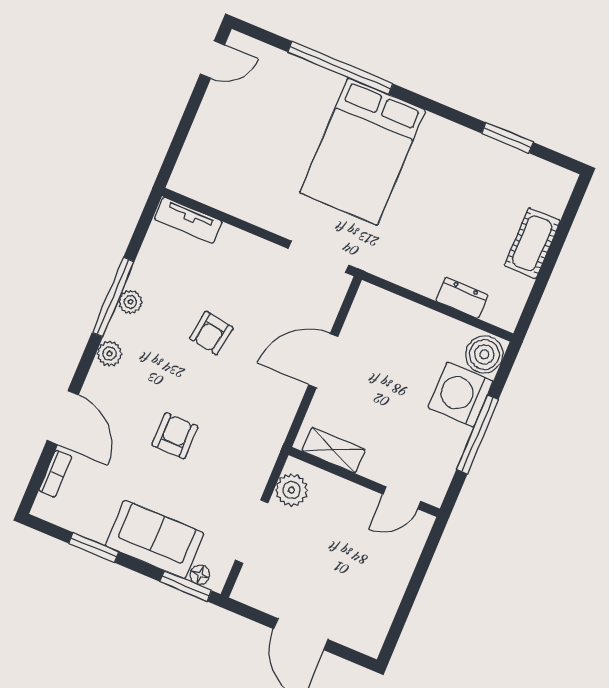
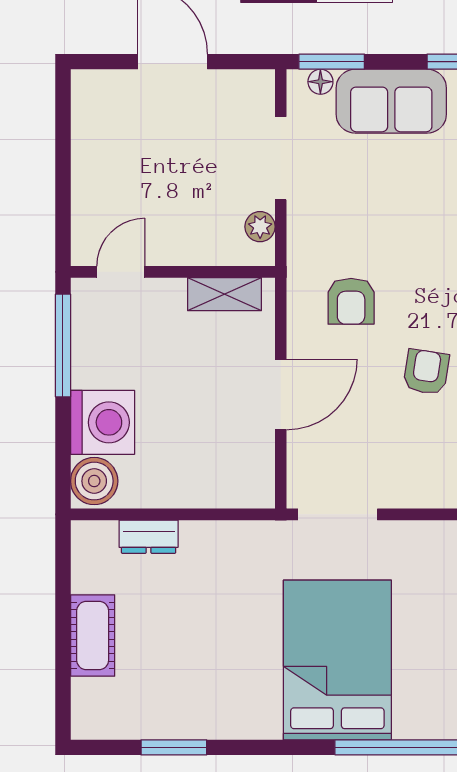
window: (477, 435) -> (63, 345), moved
armchair: (175, 436) -> (351, 301), moved
plant: (292, 490) -> (260, 227), width x0.73, depth x0.73

